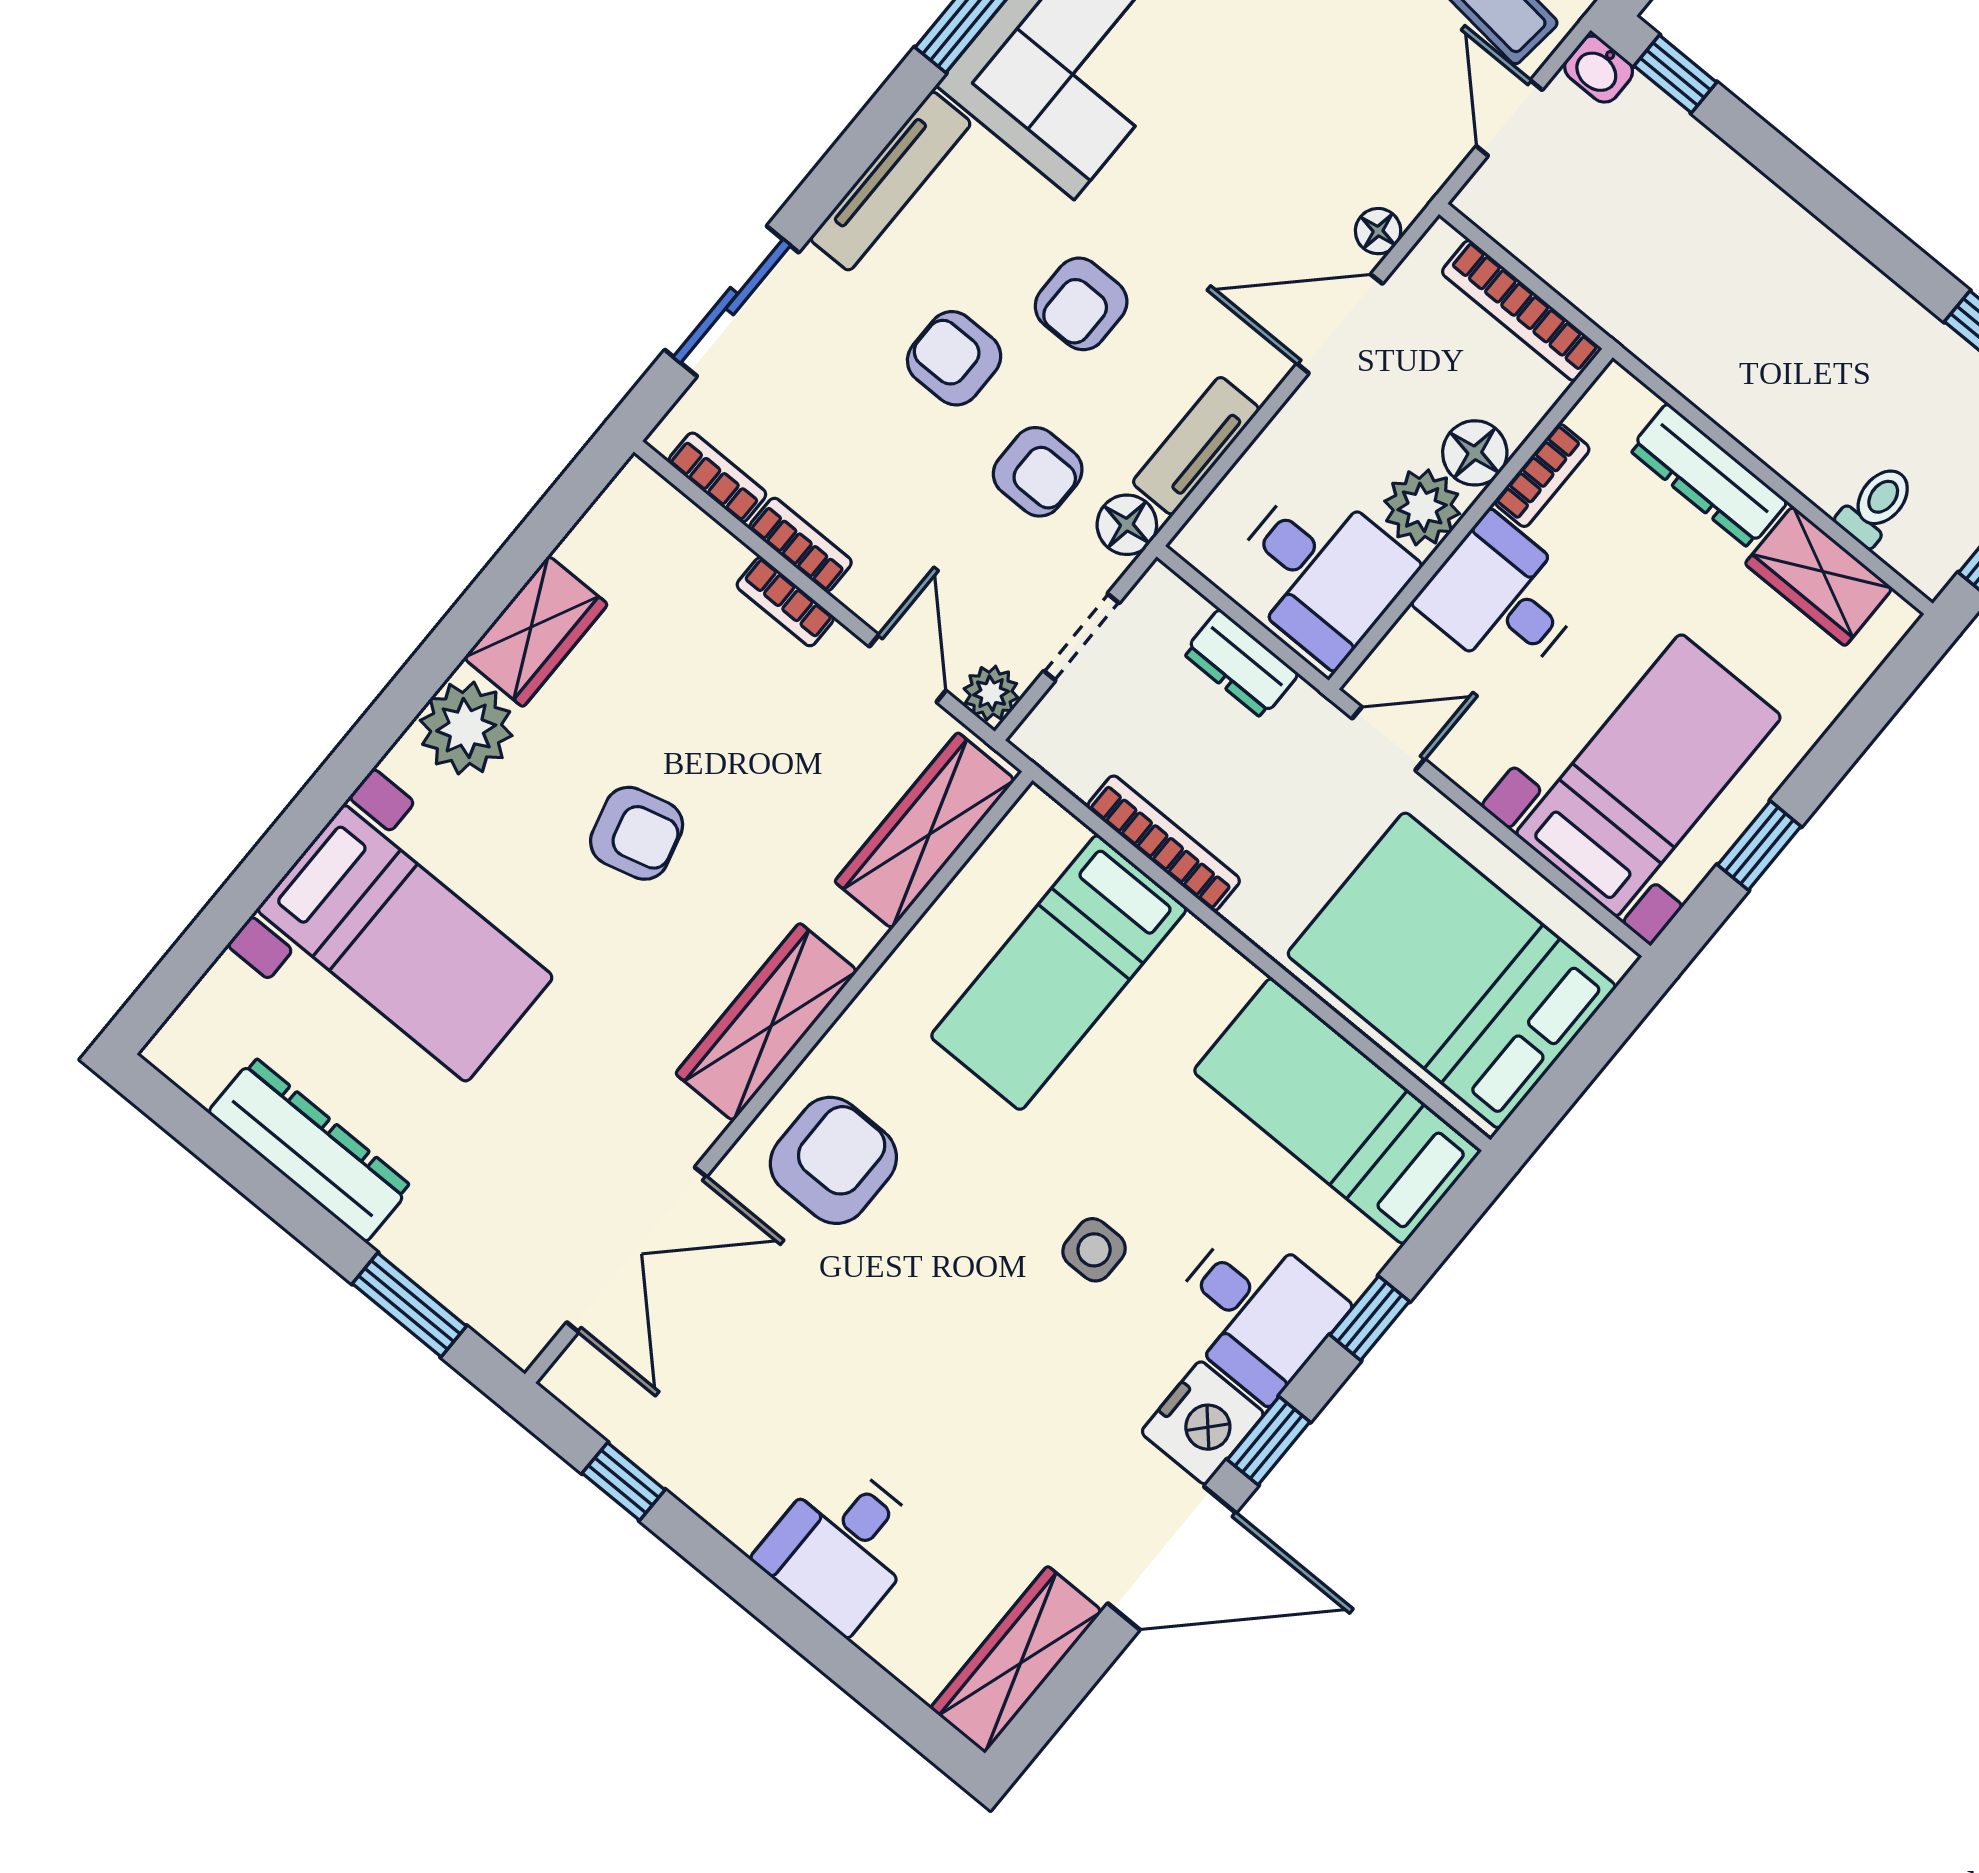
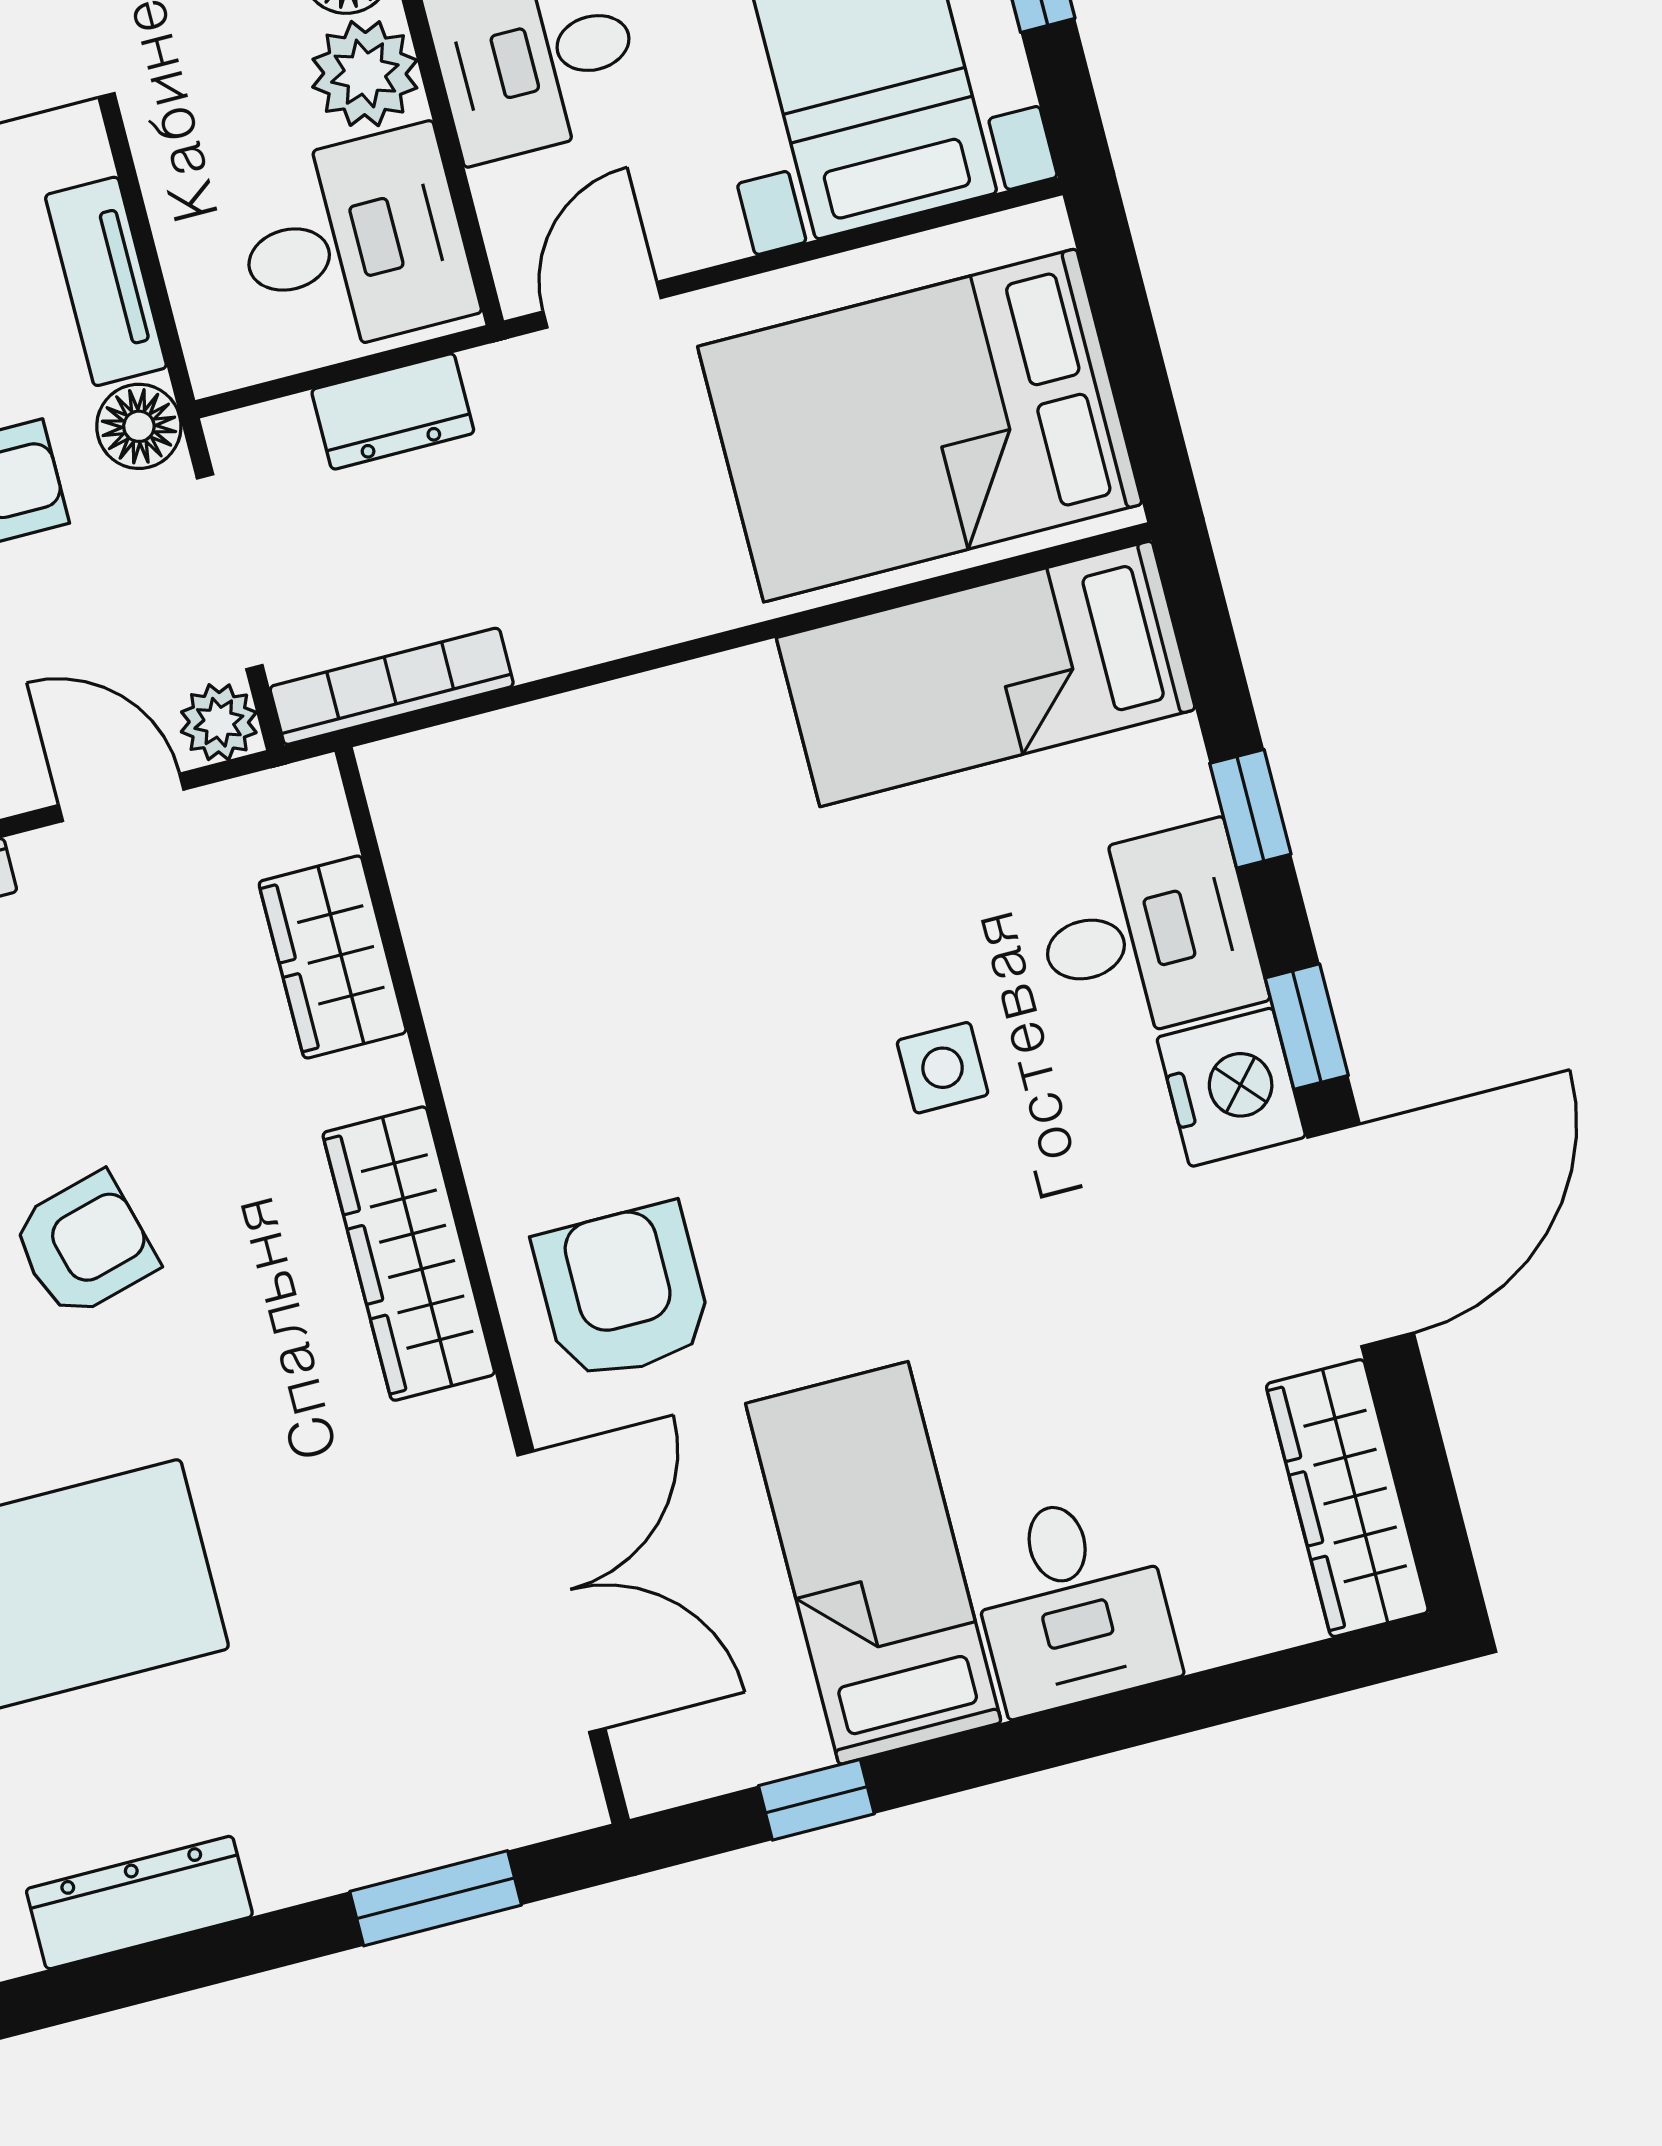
doorway: (1082, 637) -> (230, 572), width x1.38
wardrobe: (925, 831) -> (333, 957), width x0.67
bookcase: (1164, 843) -> (392, 686), moved
bed: (1059, 973) -> (873, 1563), moved, turned 180
dresser: (310, 1150) -> (139, 1903), width x0.73, depth x0.80

